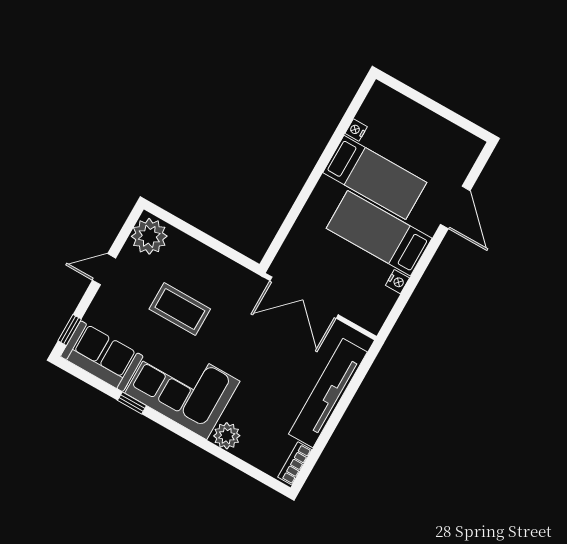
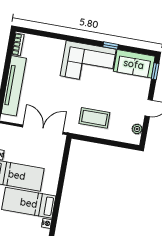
plant: (149, 236) -> (137, 129), width x0.53, depth x0.53
coffee table: (180, 309) -> (94, 118), moved
plant: (227, 436) -> (57, 46), removed

